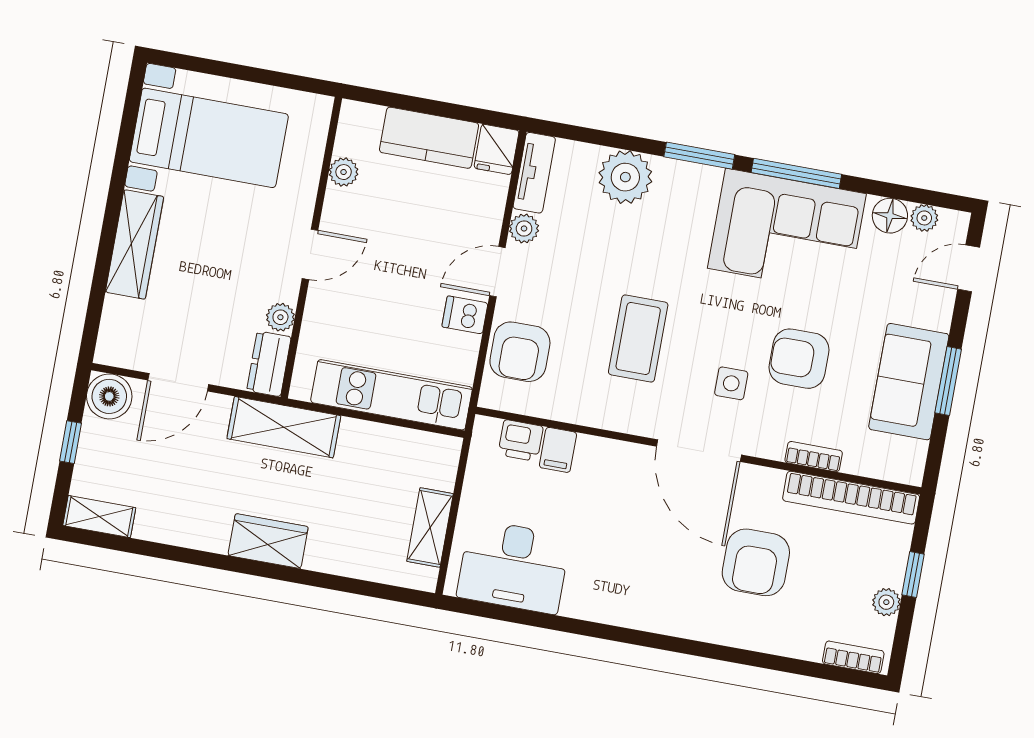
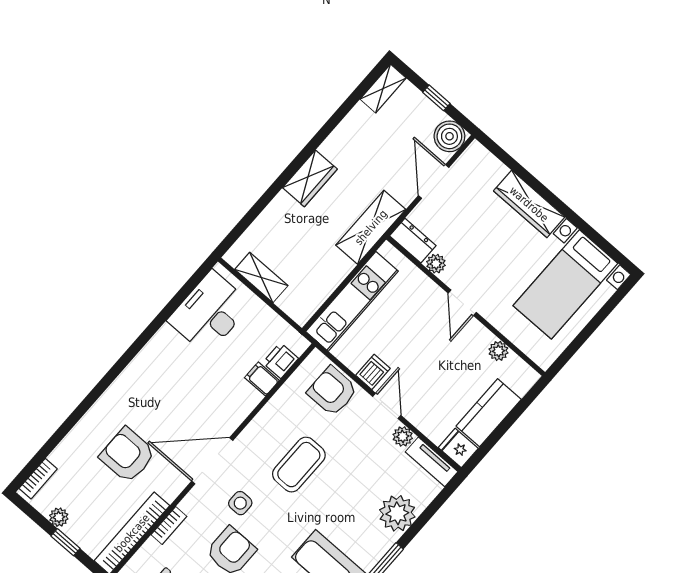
coffee table: (638, 338) -> (299, 465), turned 90

